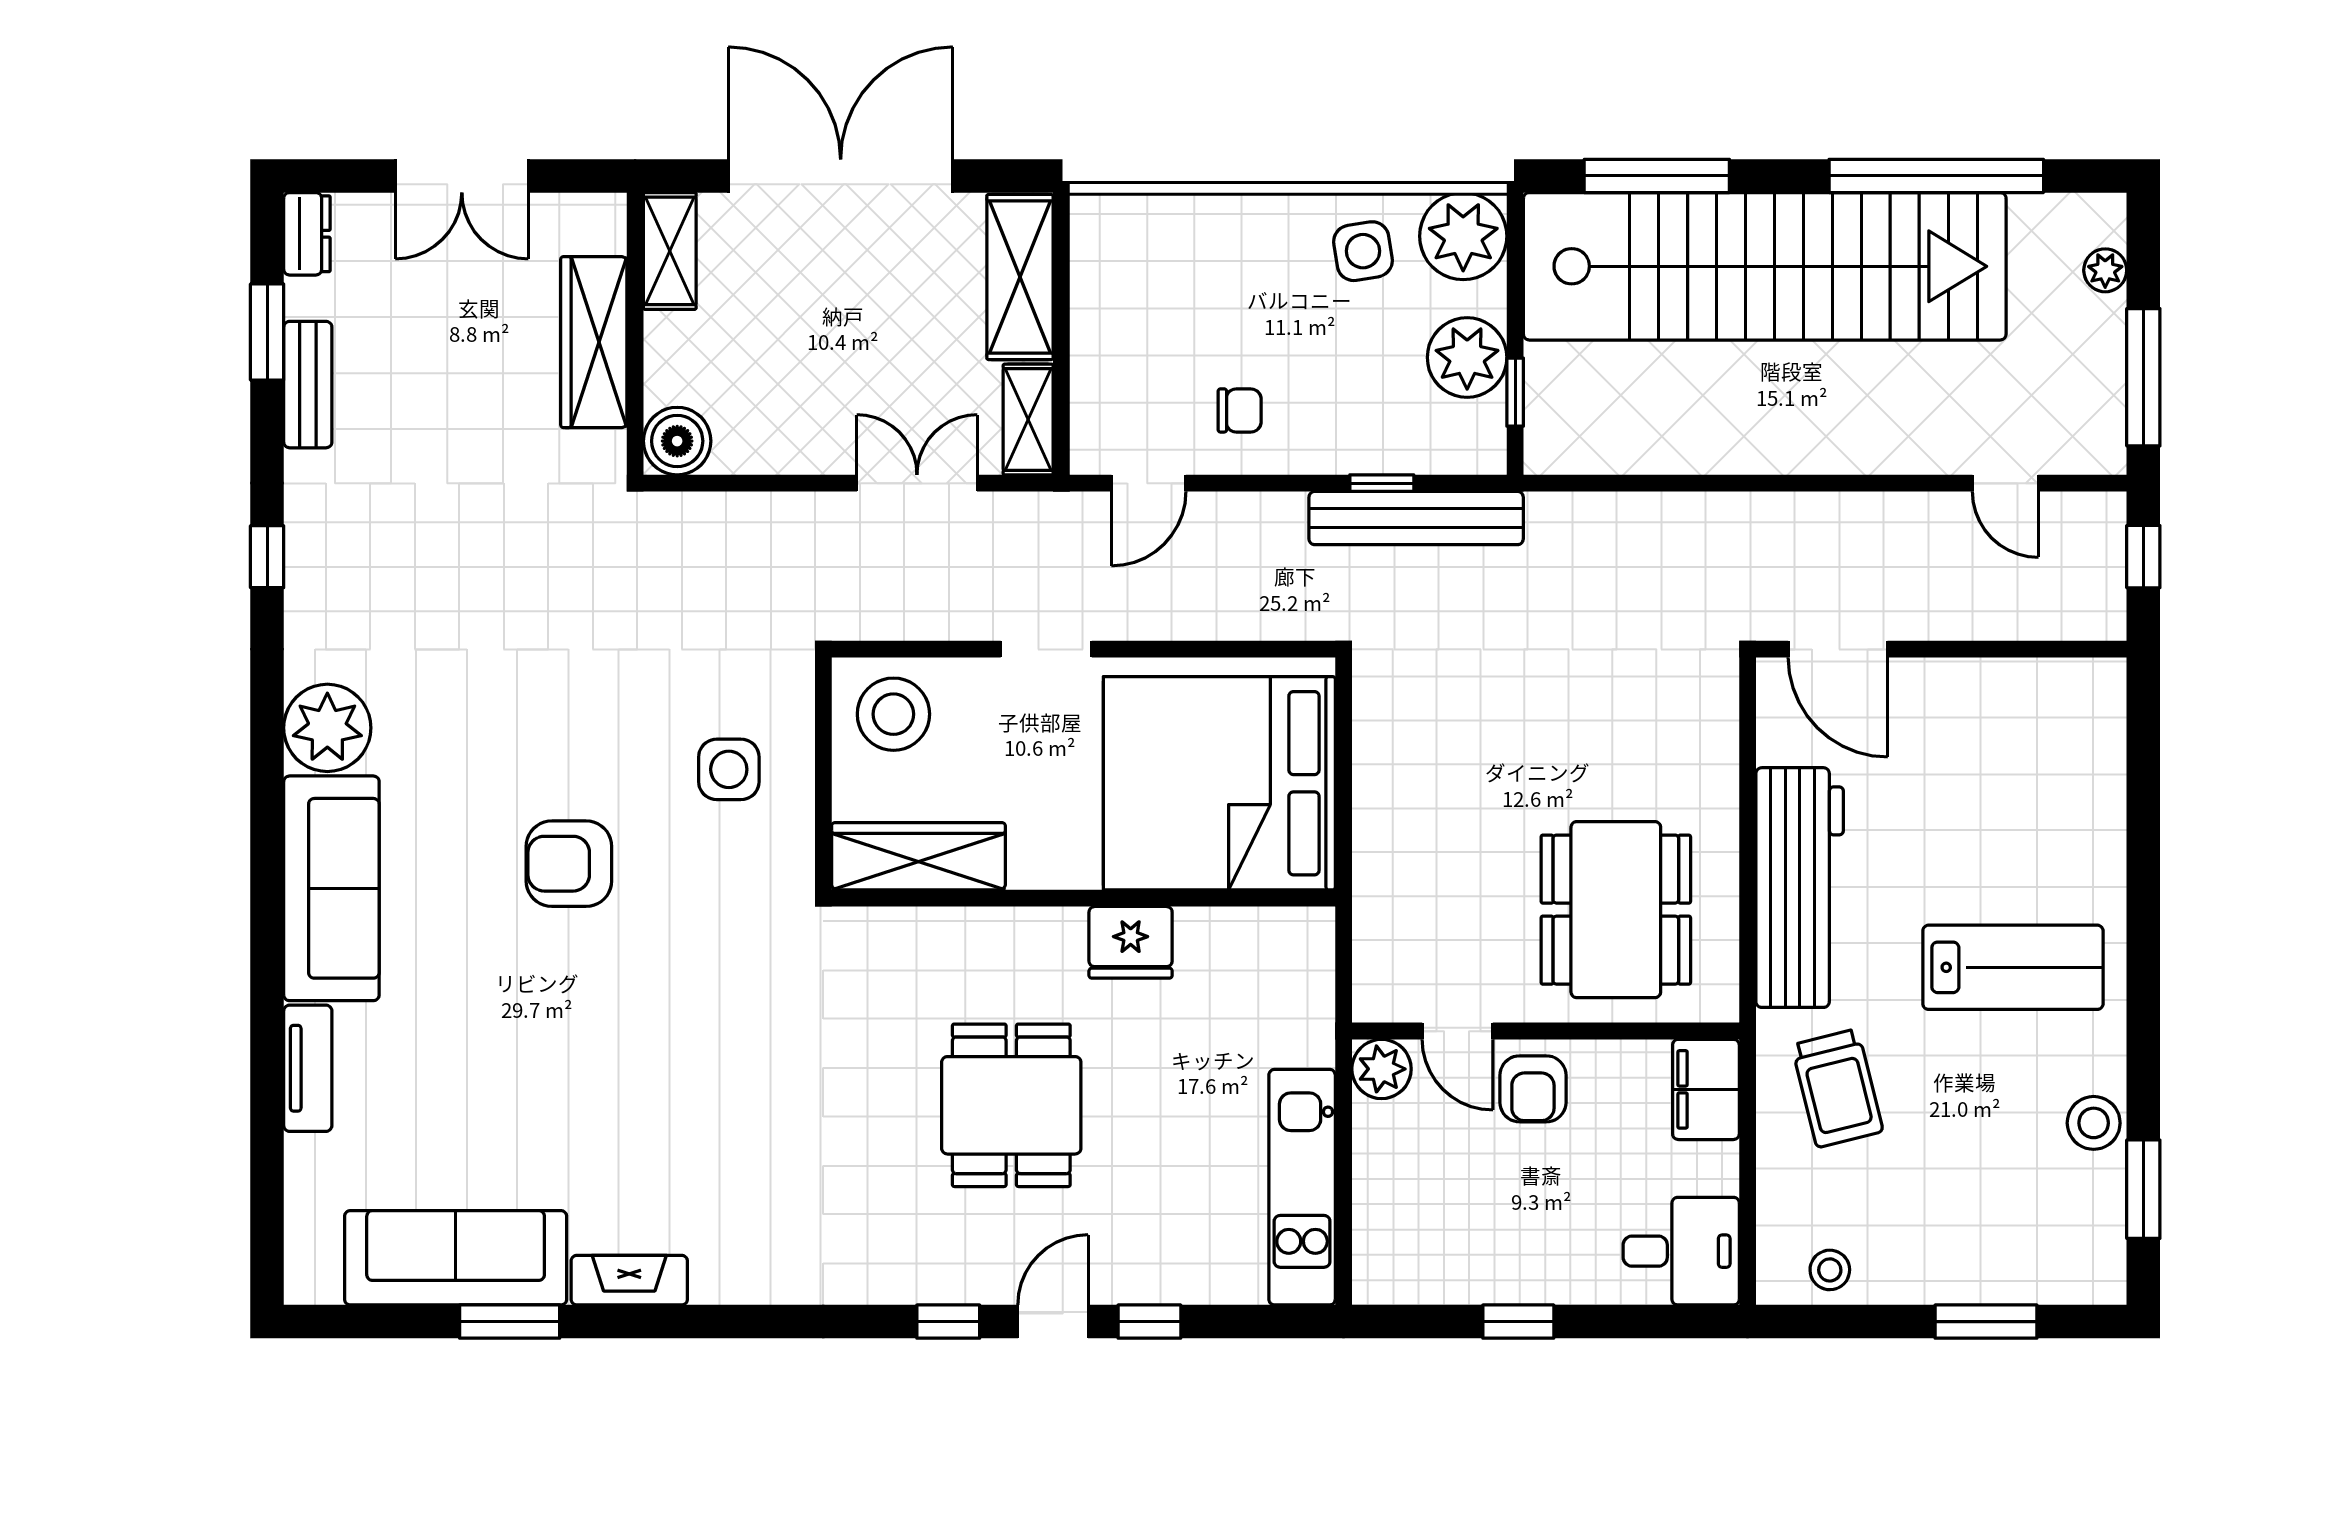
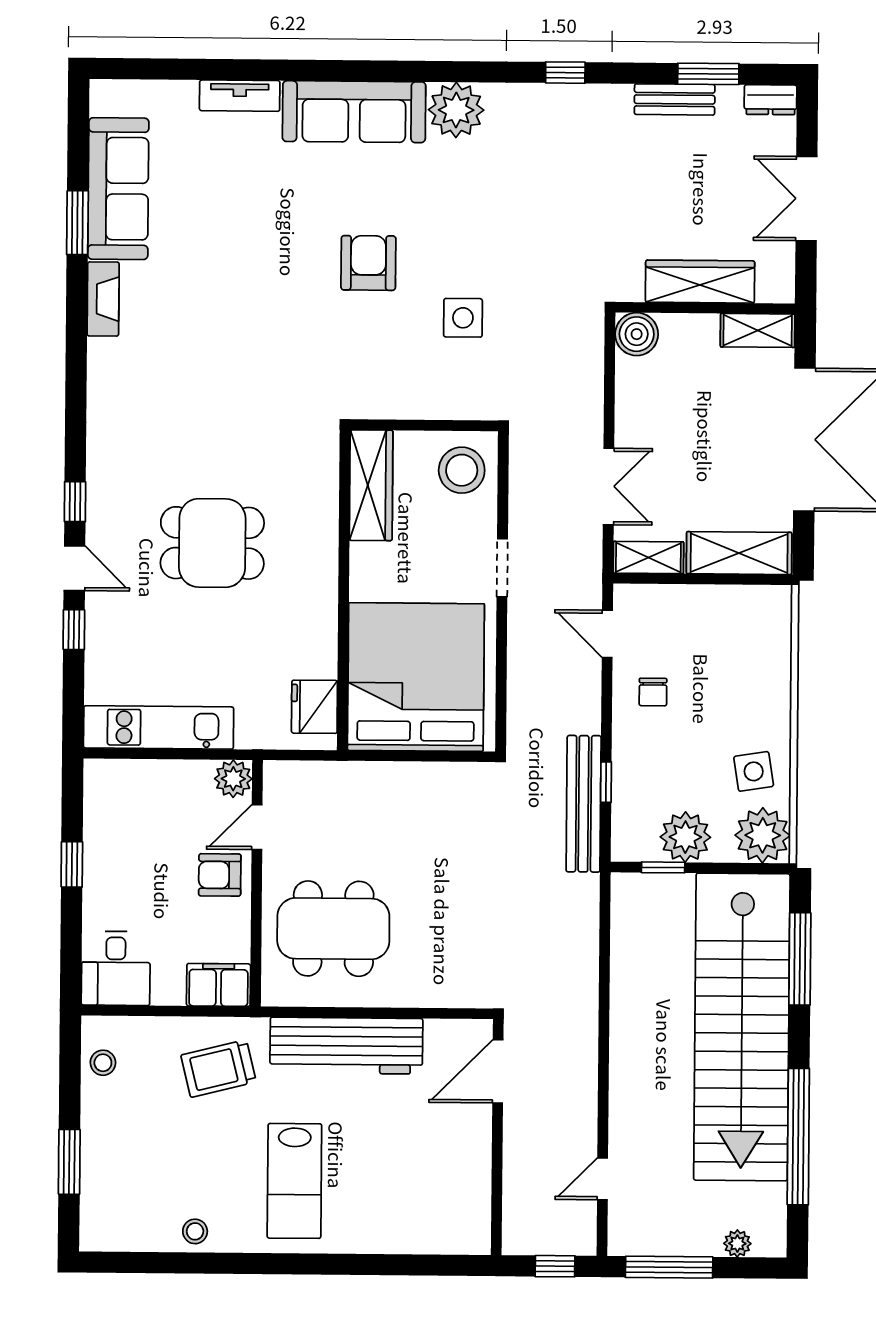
side table: (729, 769) -> (463, 318), moved
fridge: (1131, 942) -> (314, 707), moved
stool: (2094, 1123) -> (195, 1231), width x0.73, depth x0.73
window: (2143, 1189) -> (153, 1263), removed

